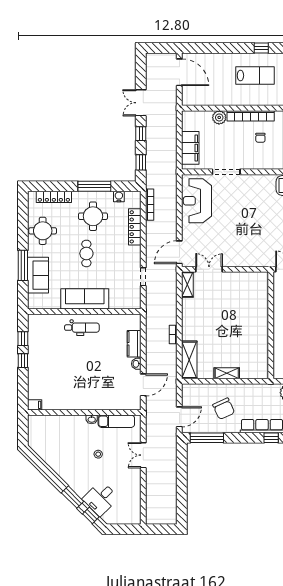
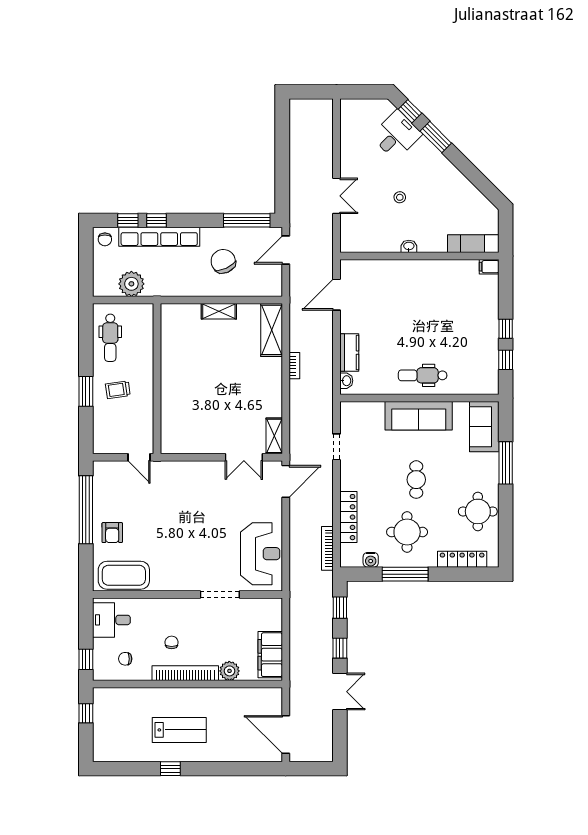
lab bench: (255, 75) -> (179, 730), turned 180
filing cabinet: (190, 148) -> (270, 655), moved
sofa: (38, 275) -> (484, 427), moved
washbasin: (136, 364) -> (346, 381), moved
exam couch: (116, 421) -> (473, 244), moved

